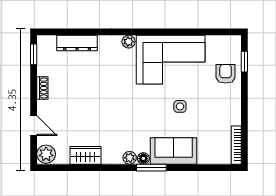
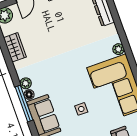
window: (151, 168) -> (24, 104), width x1.44

